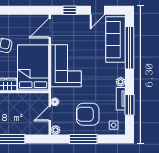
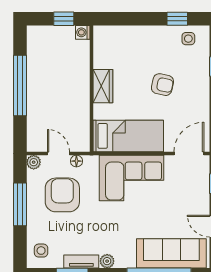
door: (50, 28) -> (189, 153), hinge flipped
bed: (33, 68) -> (128, 136), width x0.67
armchair: (88, 114) -> (62, 195), moved

